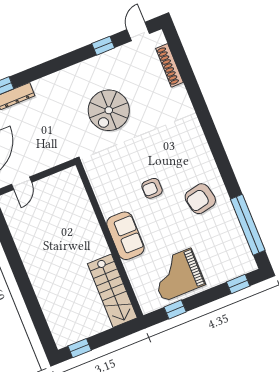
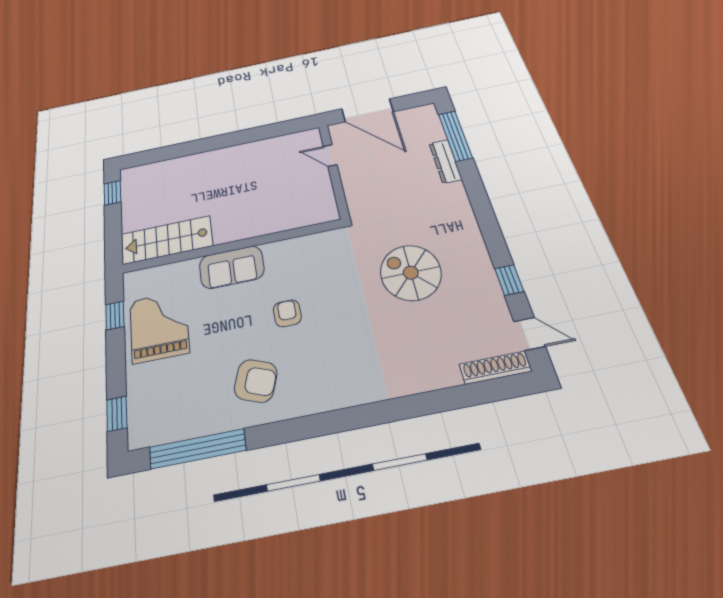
shoe rack: (169, 65) -> (495, 368), moved
armchair: (200, 199) -> (256, 381), turned 122

